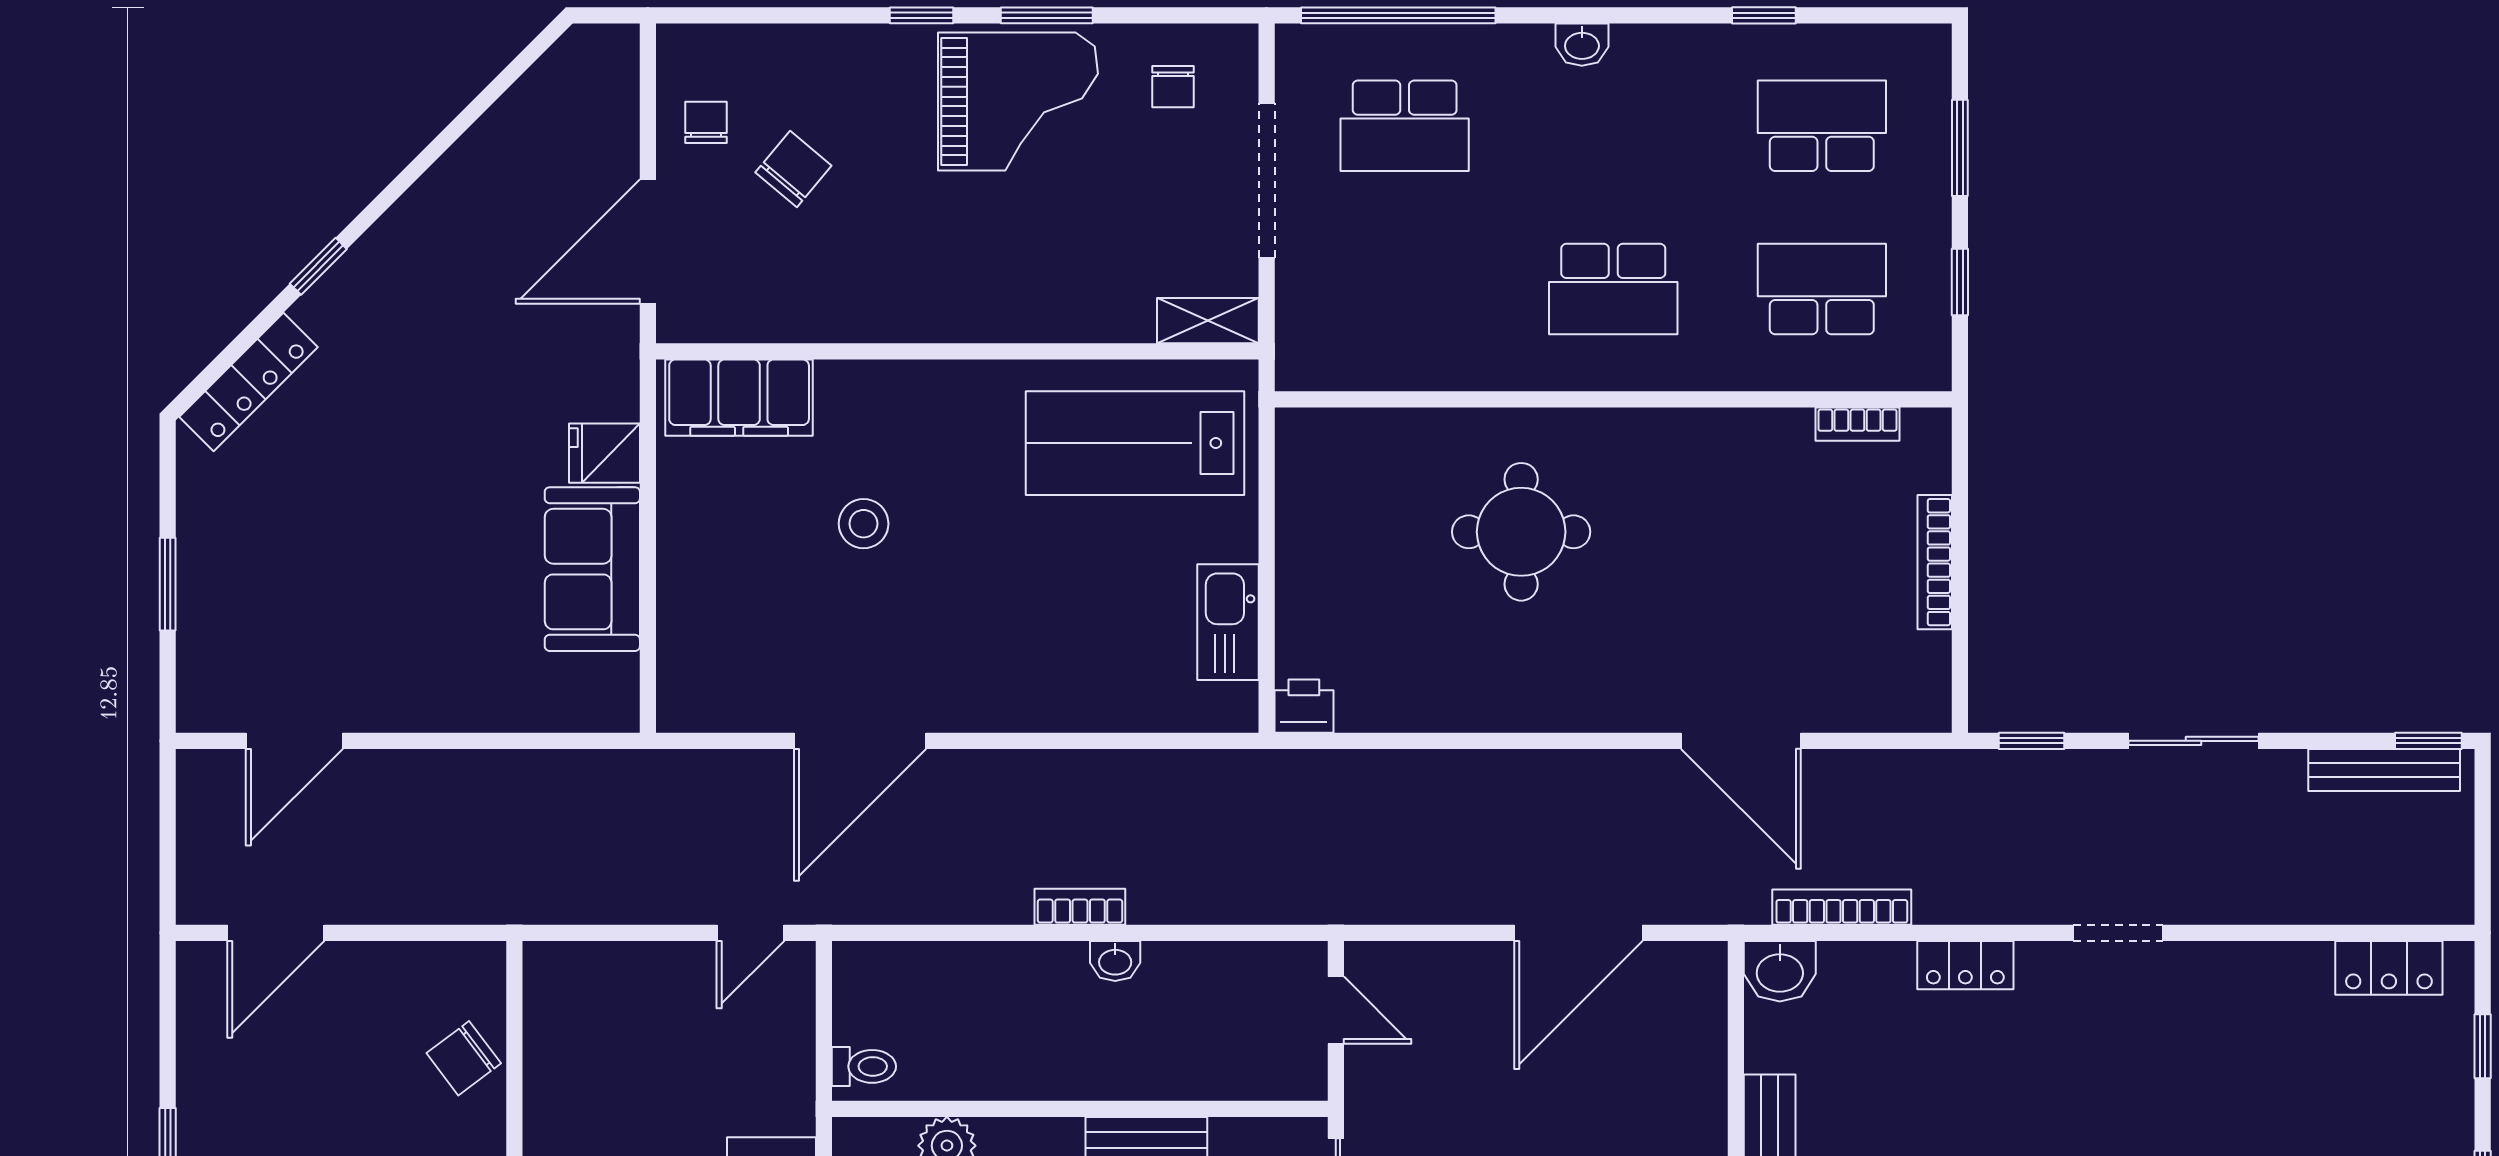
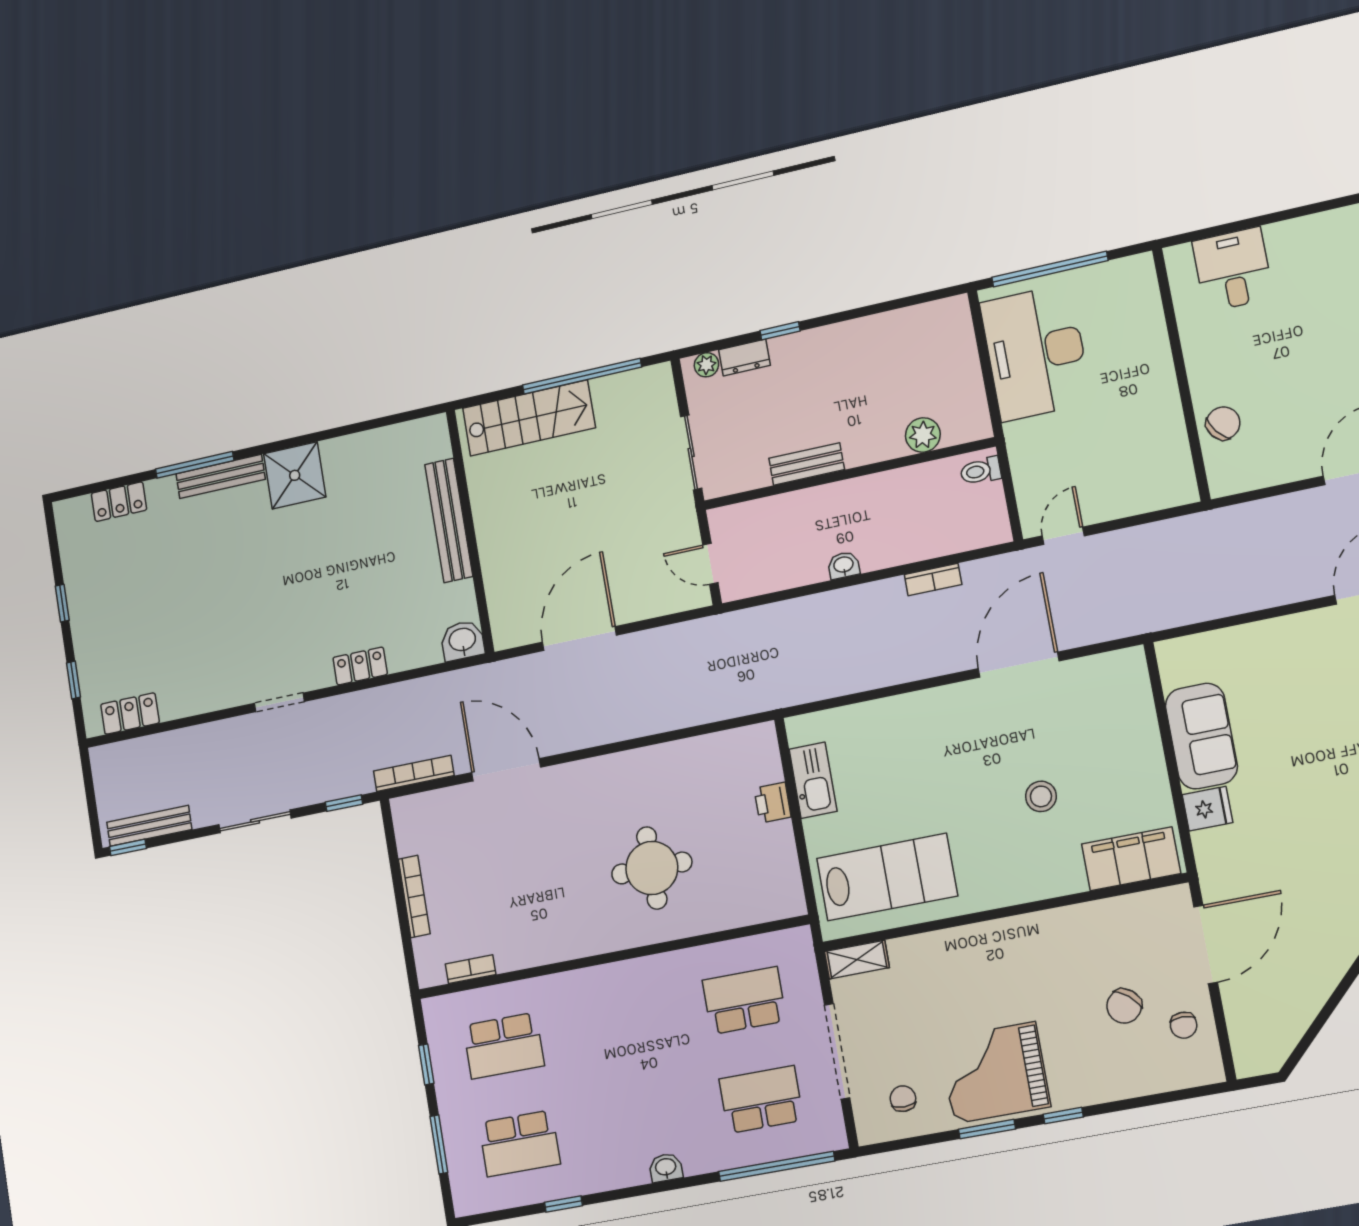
school desk: (1613, 289) -> (744, 1001), moved
printer: (1304, 706) -> (773, 803), moved, turned 90
bookcase: (1080, 907) -> (933, 580), moved
bookcase: (1842, 907) -> (414, 773), moved, turned 180

